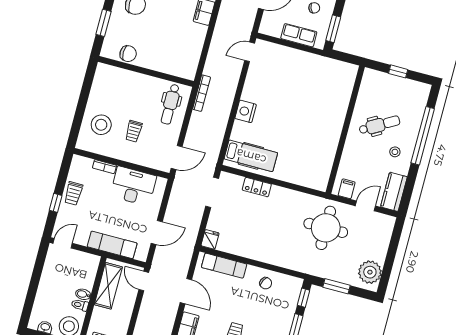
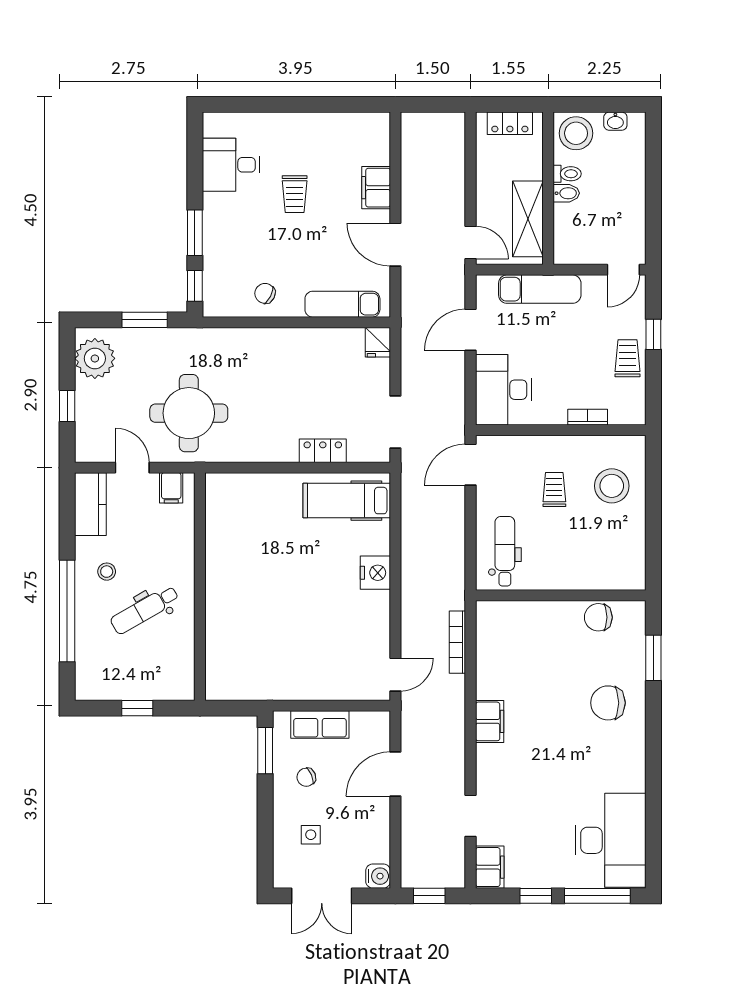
bookcase: (202, 93) -> (457, 642), moved
desk: (133, 186) -> (503, 390), moved, turned 90
door: (365, 206) -> (132, 468), swing flipped
window: (392, 250) -> (67, 406), added

